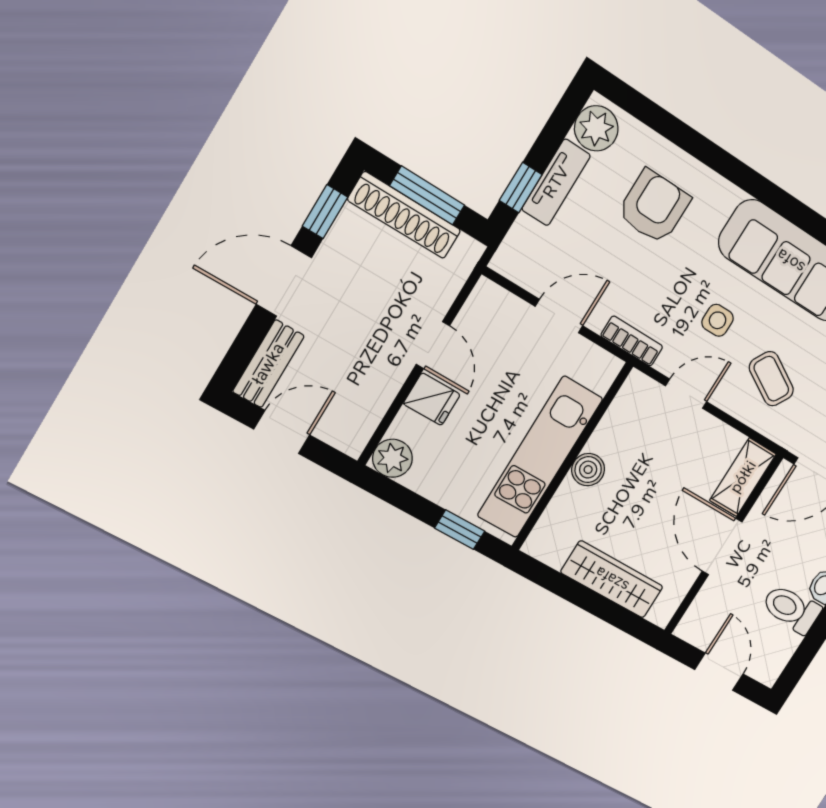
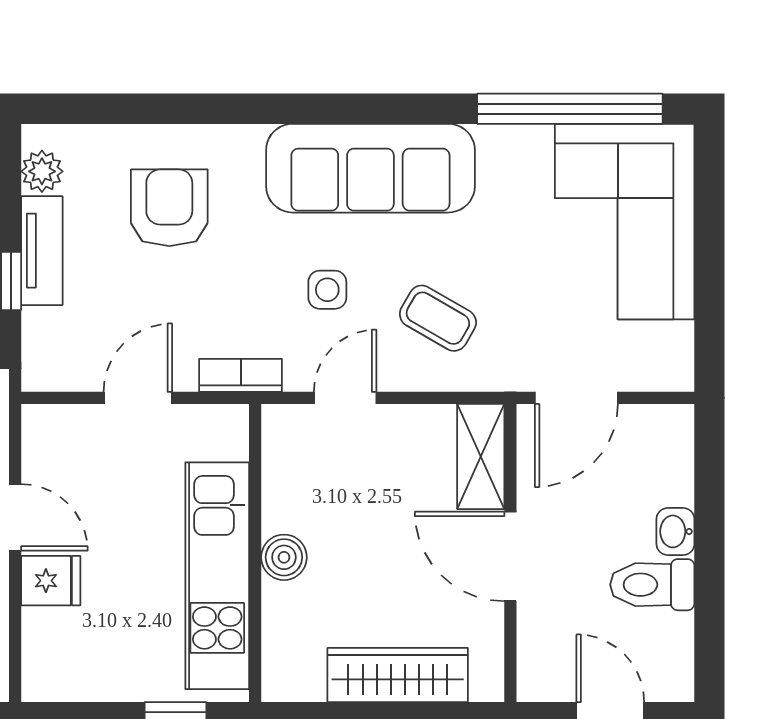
plant: (596, 128) -> (42, 171), width x0.73, depth x0.73
plant: (392, 458) -> (47, 676), removed

